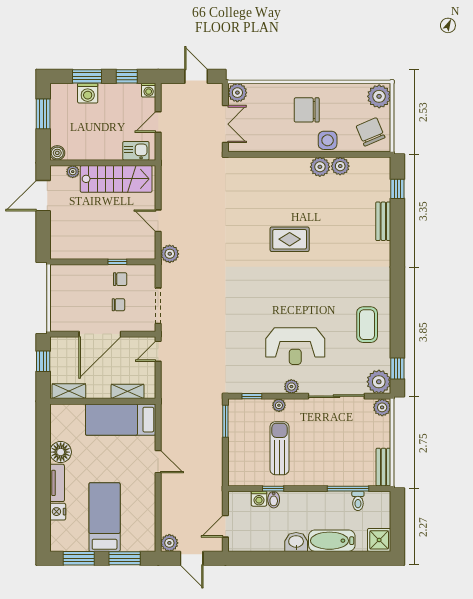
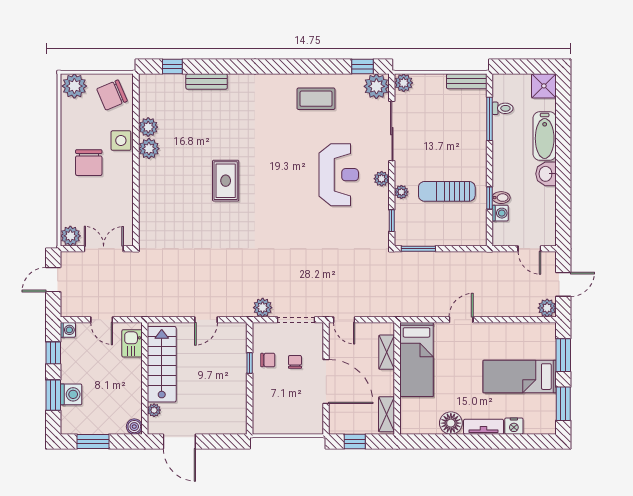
plant: (170, 254) -> (263, 308), moved
chair: (120, 279) -> (268, 360), turned 90

